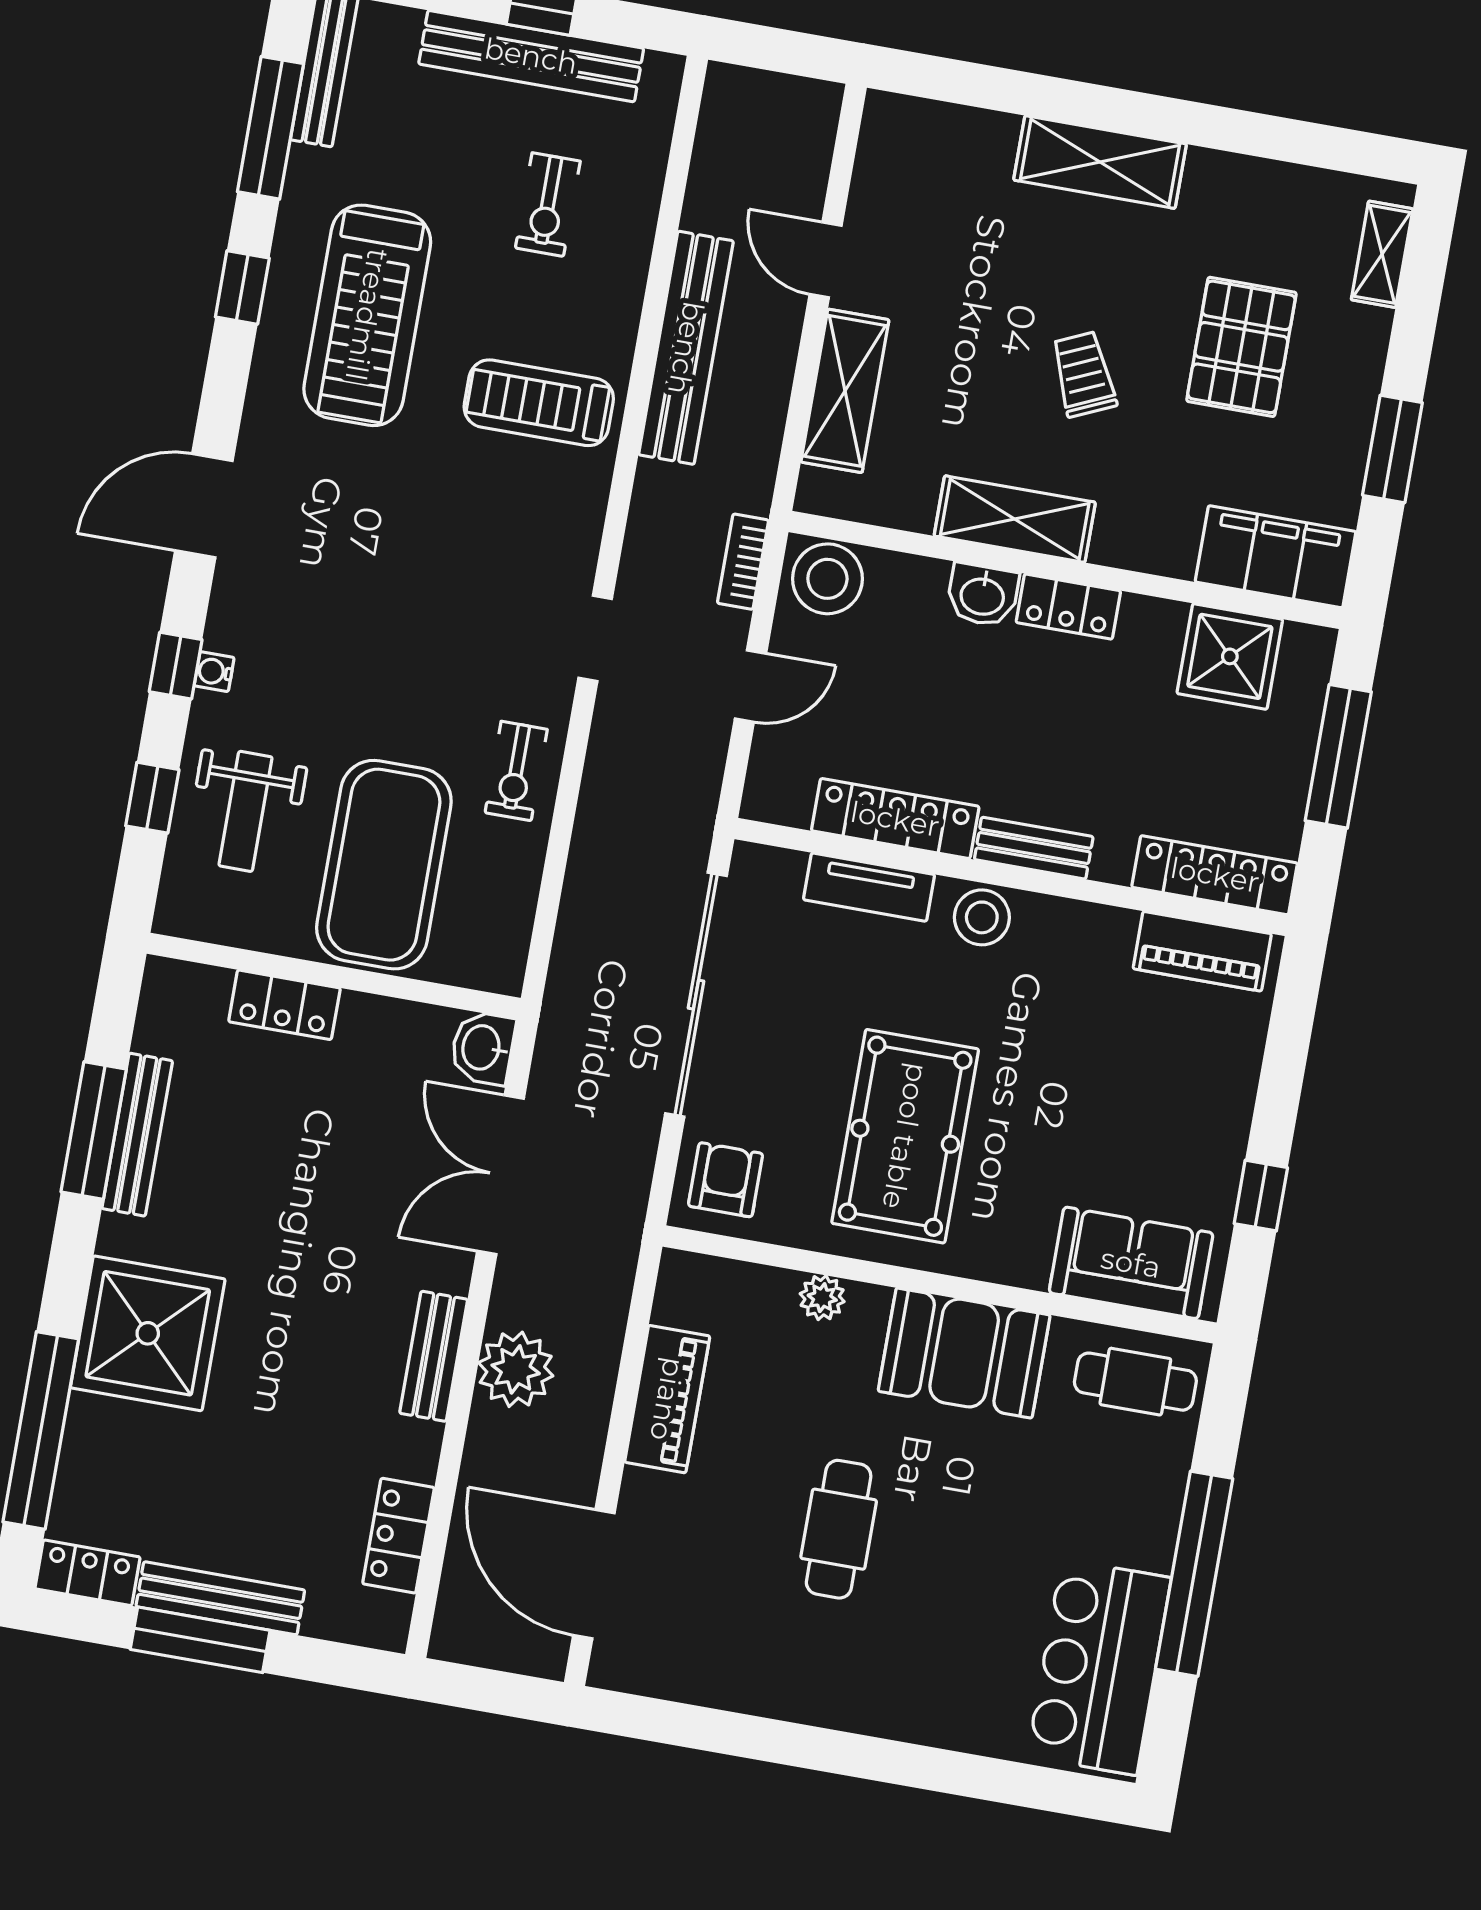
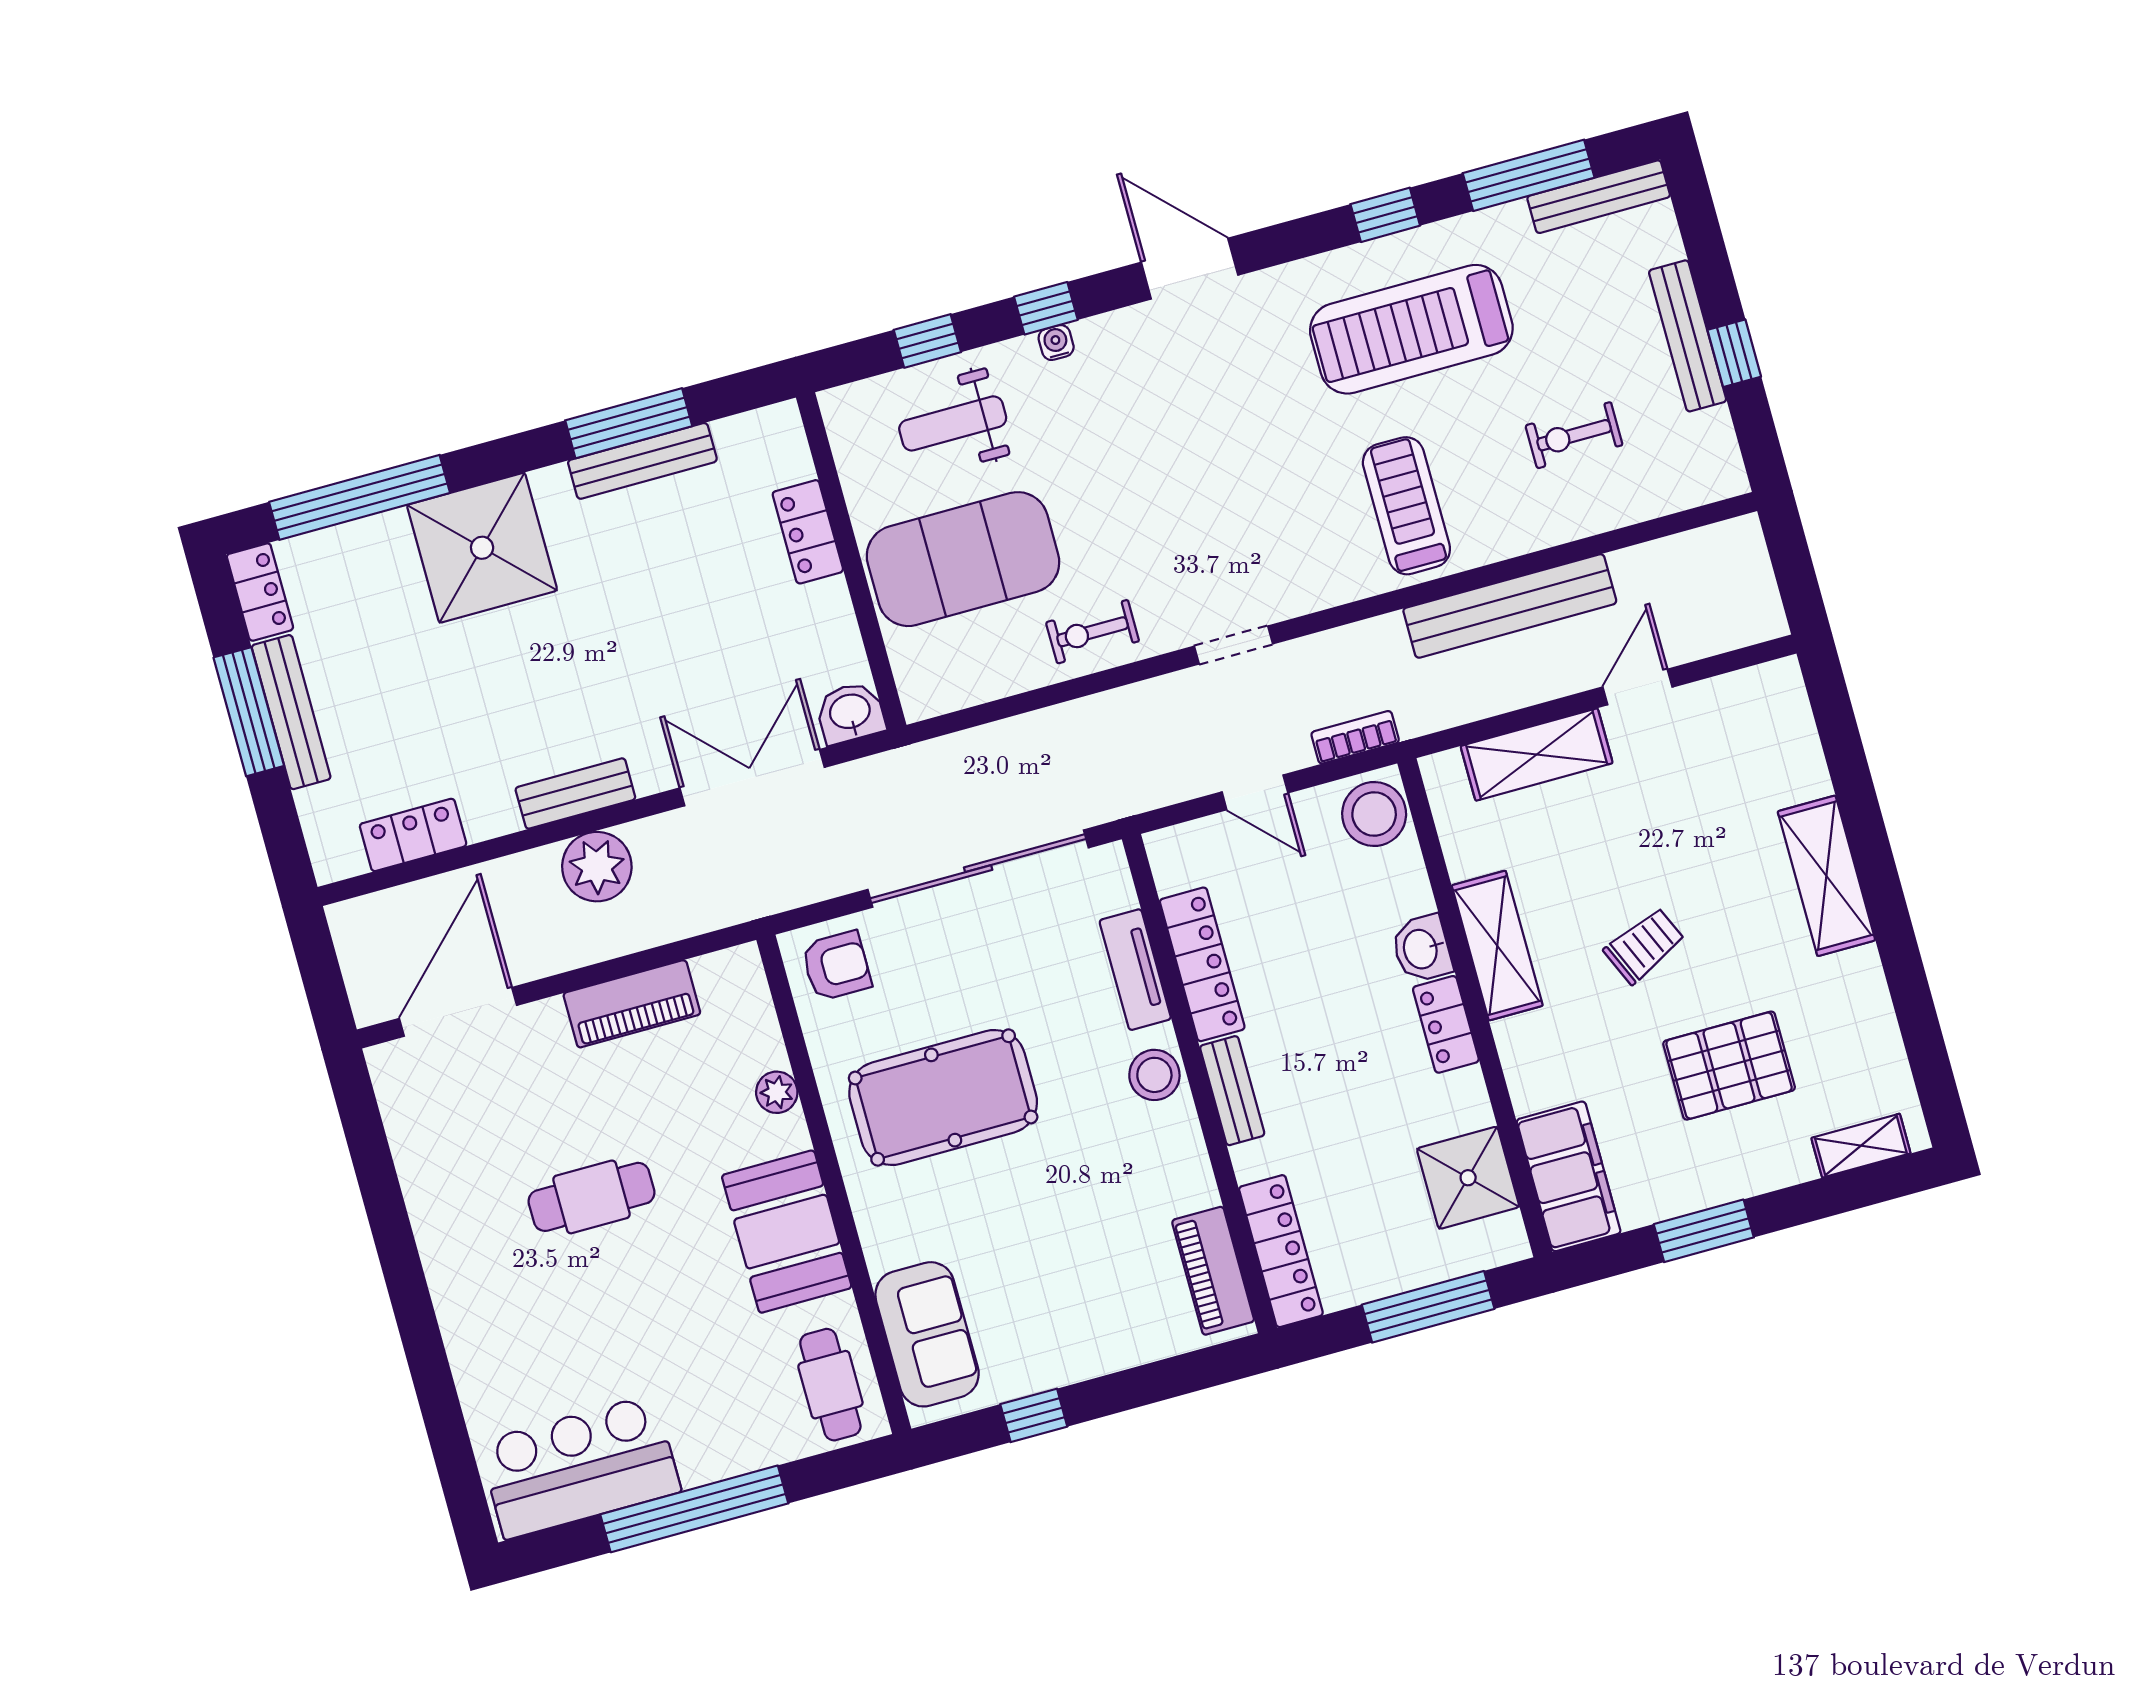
bench: (531, 56) -> (1688, 336), width x0.73, depth x0.82

